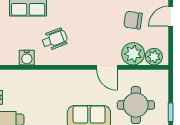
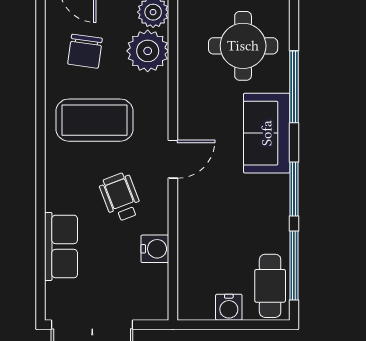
coffee table: (96, 25) -> (94, 120), added
door: (107, 67) -> (173, 159), moved

